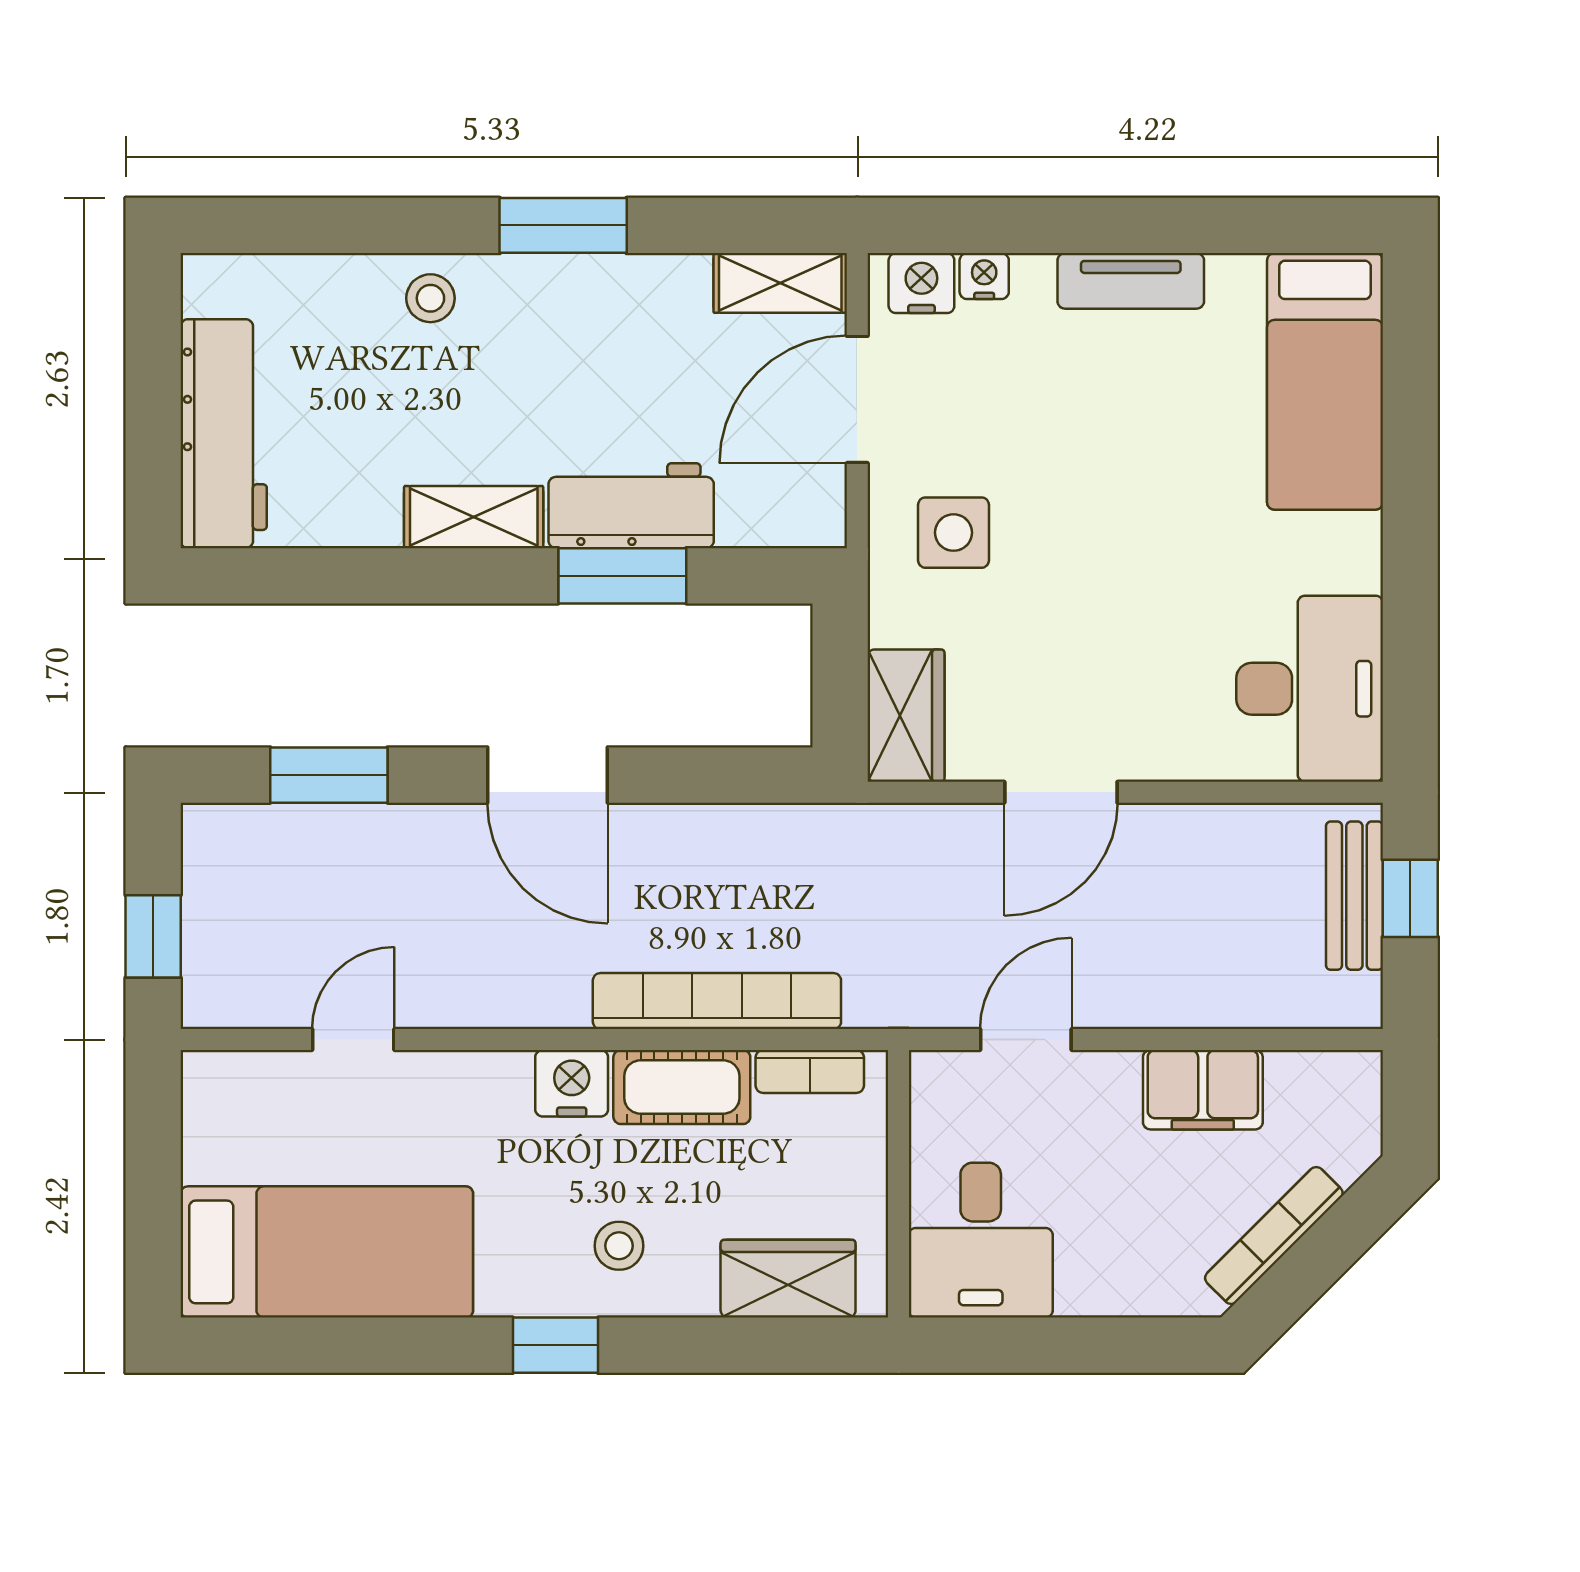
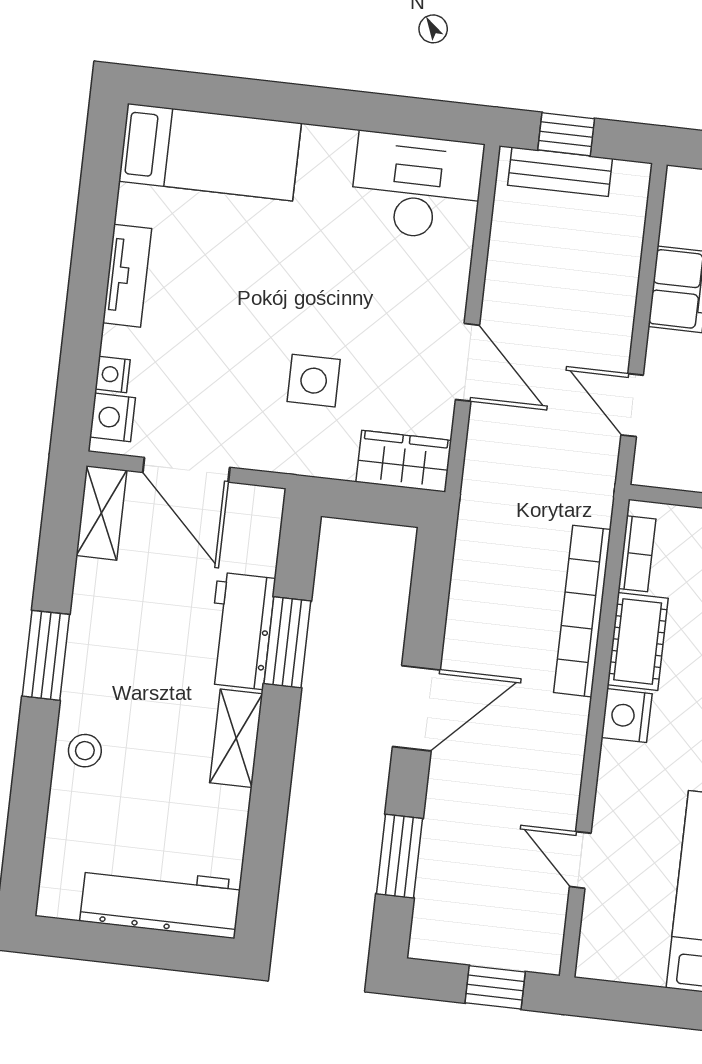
side table: (953, 533) -> (314, 381), moved

